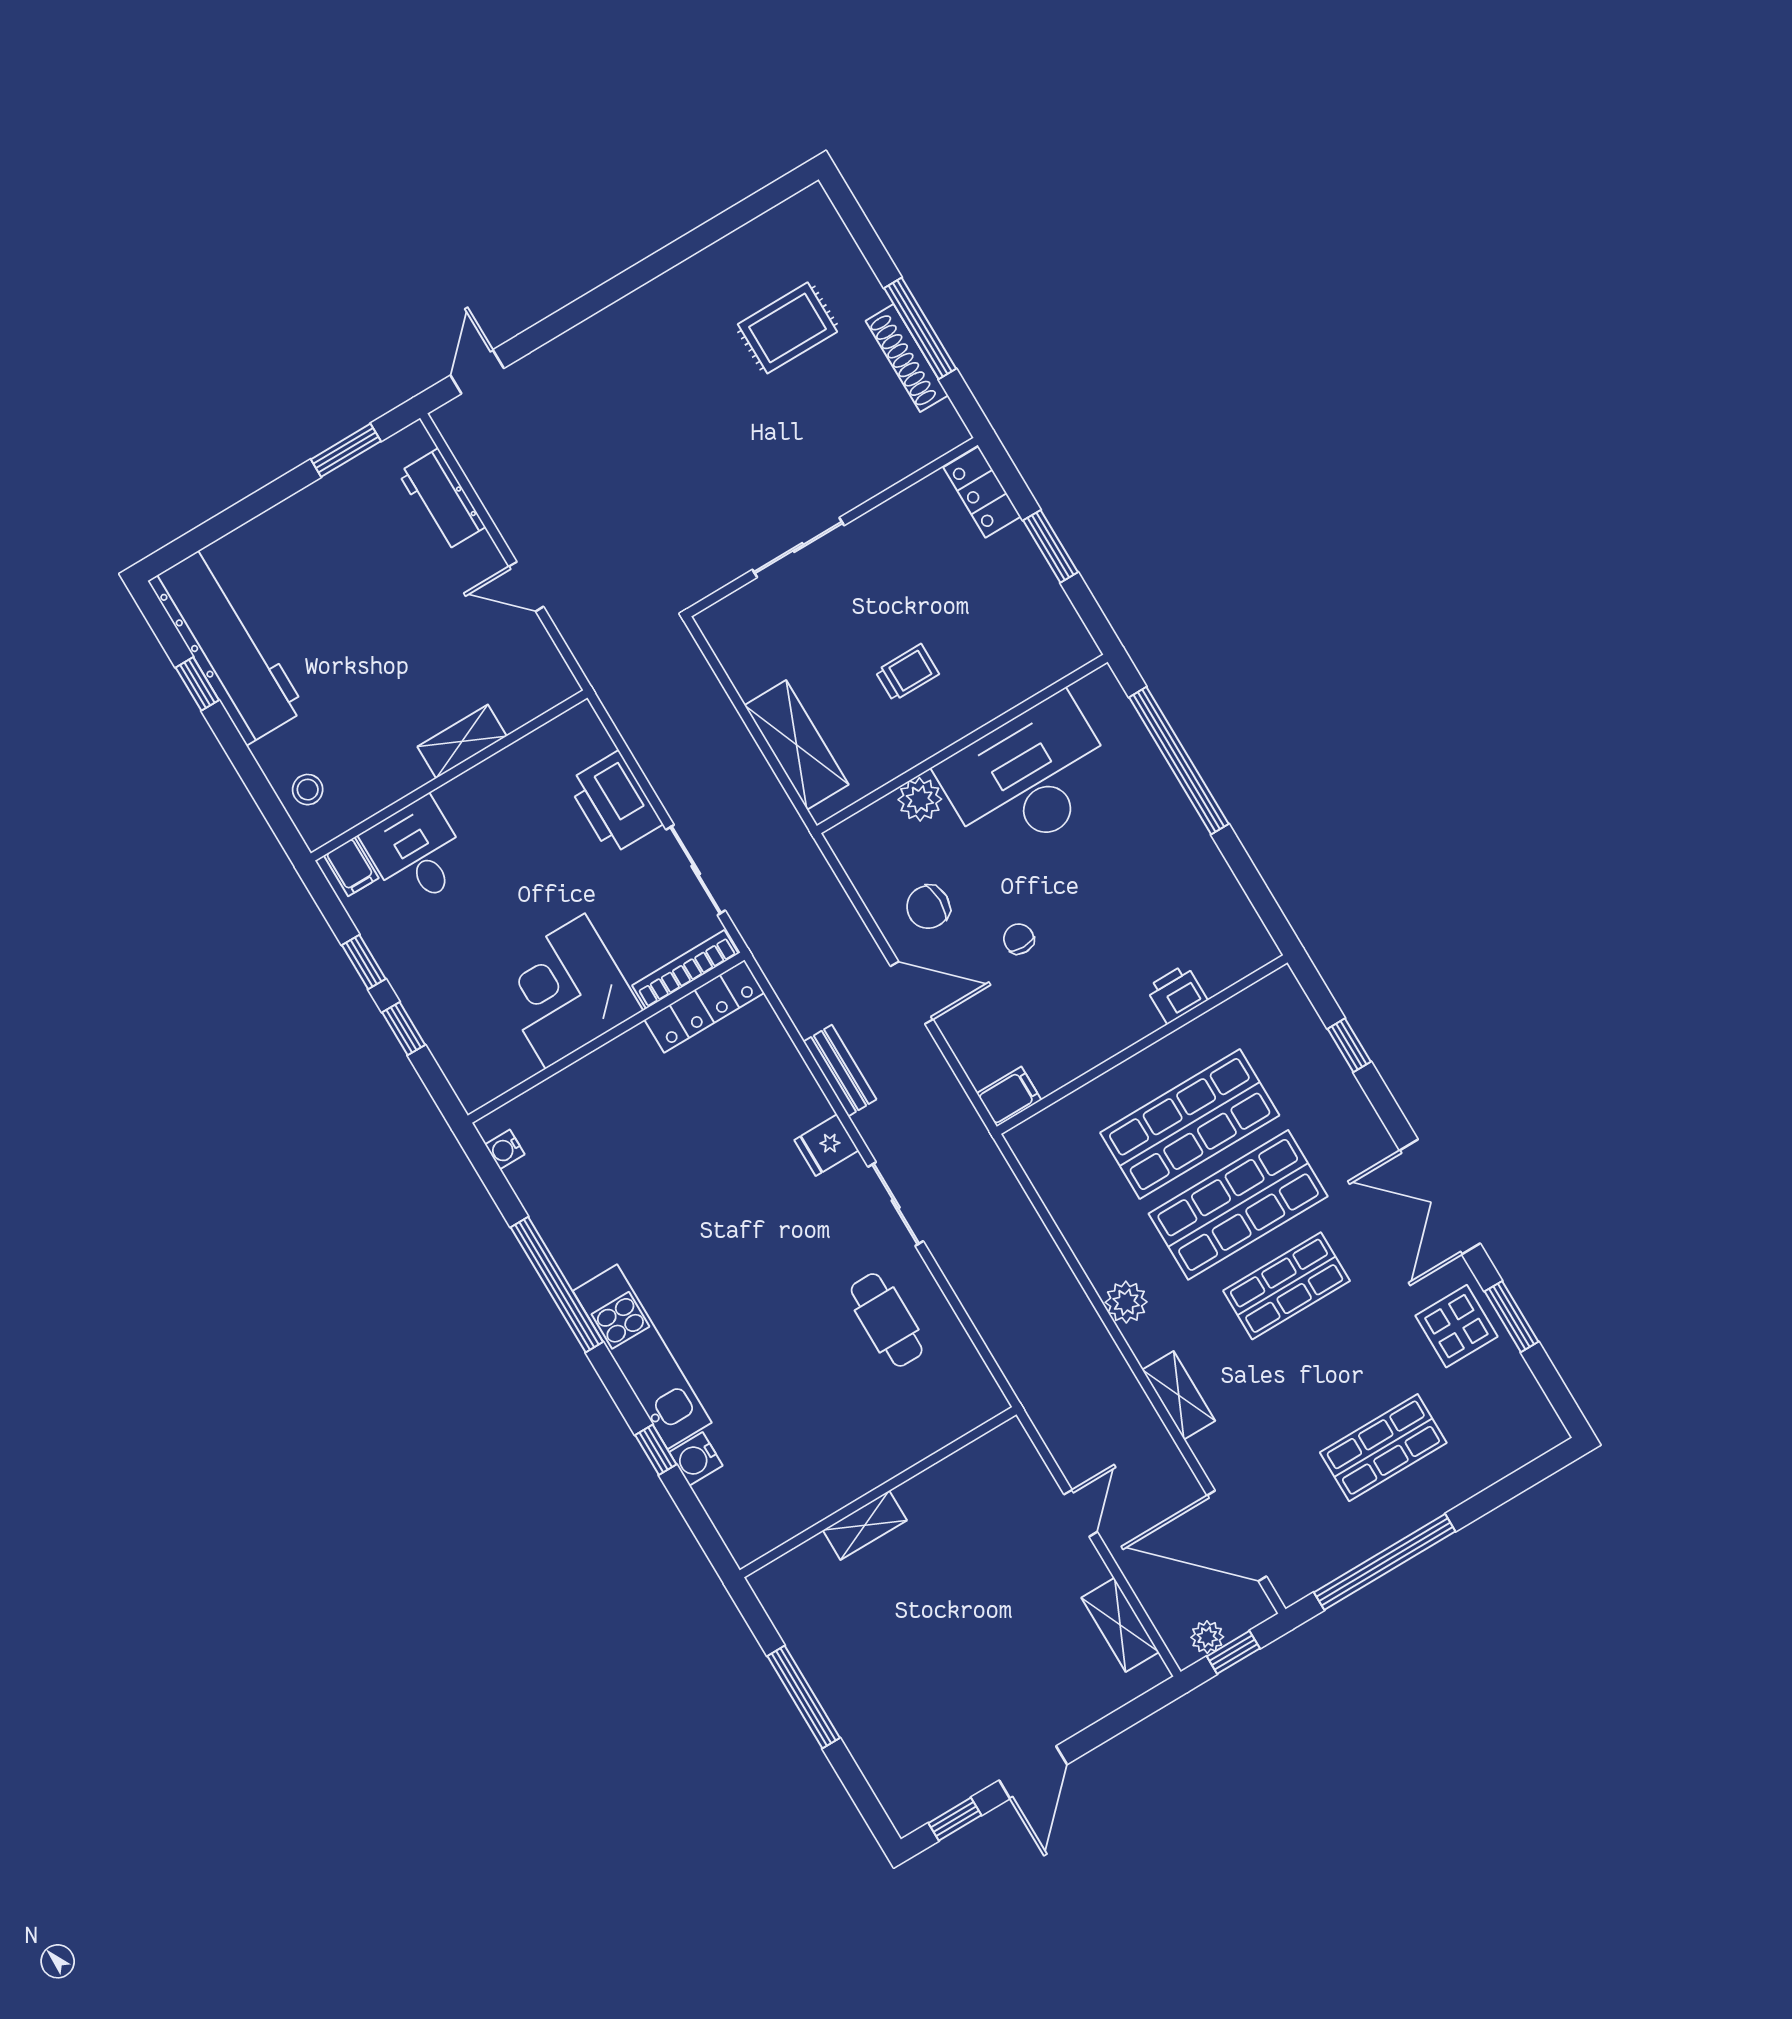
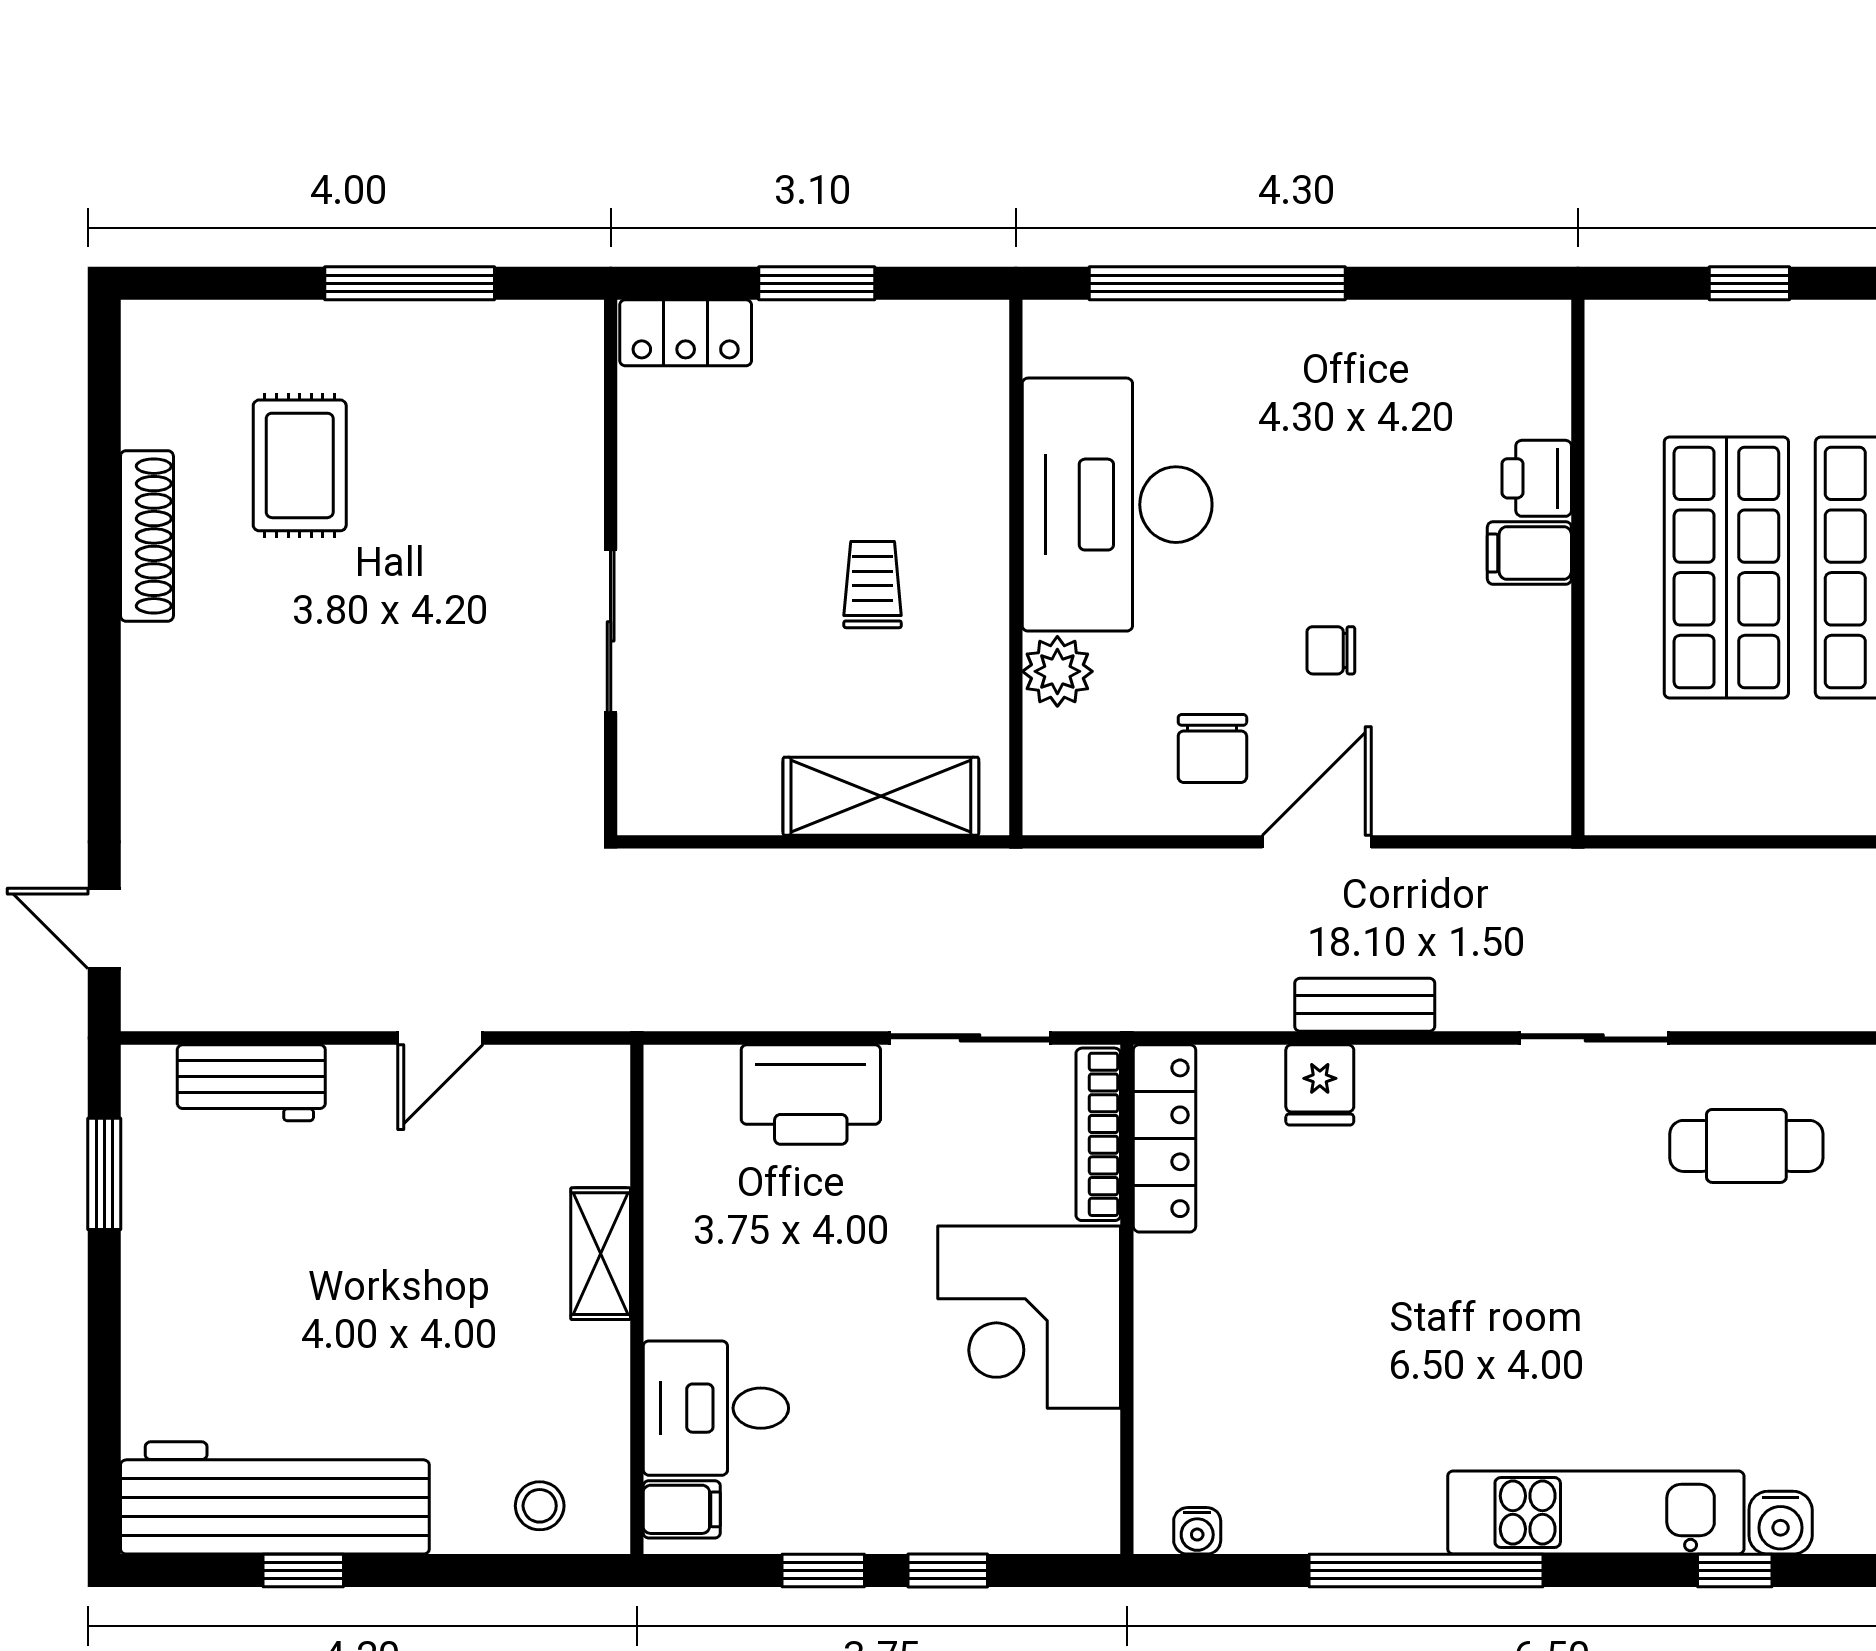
shoe rack: (907, 358) -> (147, 536), moved, turned -90
filing cabinet: (1009, 1097) -> (1529, 553), moved, turned -90
fridge: (826, 1145) -> (1320, 1085), moved

